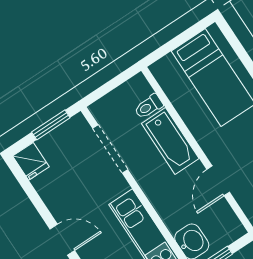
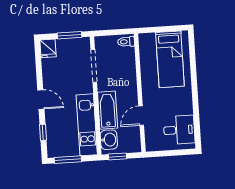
toilet: (149, 106) -> (126, 42), moved
bathtub: (170, 141) -> (108, 110), moved, turned 180

